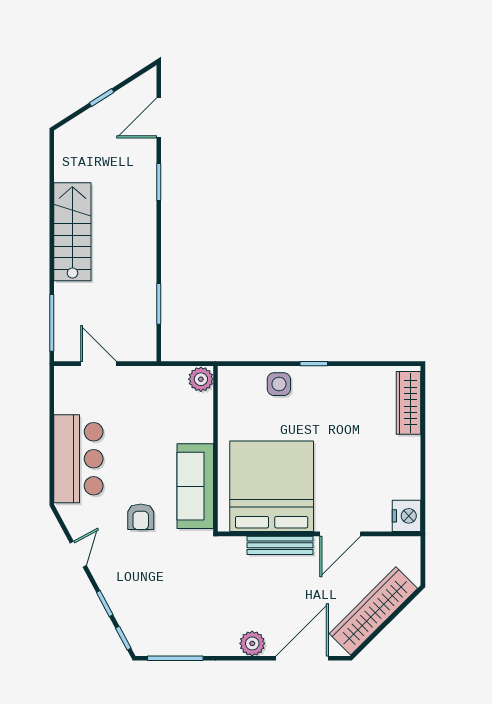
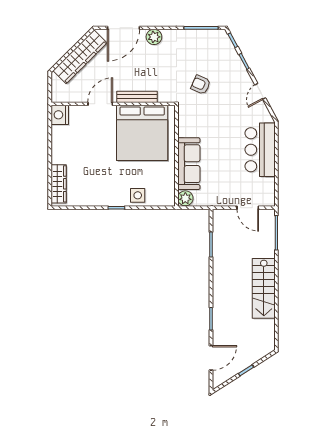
sofa: (195, 486) -> (189, 164), moved
armchair: (141, 517) -> (201, 85), moved, turned -66

